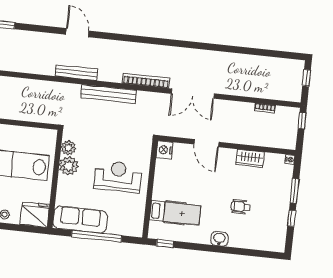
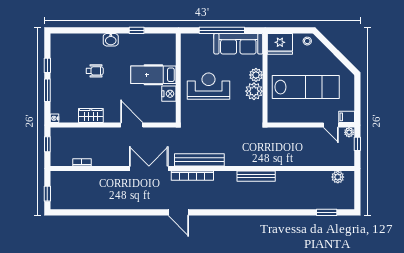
door: (77, 33) -> (178, 212), moved
bench: (108, 94) -> (199, 160), moved
window: (302, 121) -> (47, 144), moved
plant: (68, 148) -> (256, 75), moved
nightstand: (165, 150) -> (169, 94), moved
reception desk: (118, 177) -> (209, 86), turned 180
hospital bed: (175, 213) -> (153, 75), moved
window: (165, 243) -> (137, 30), moved

